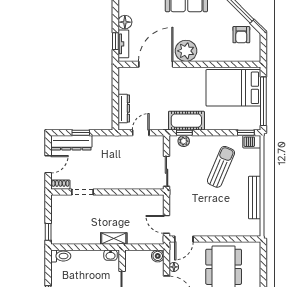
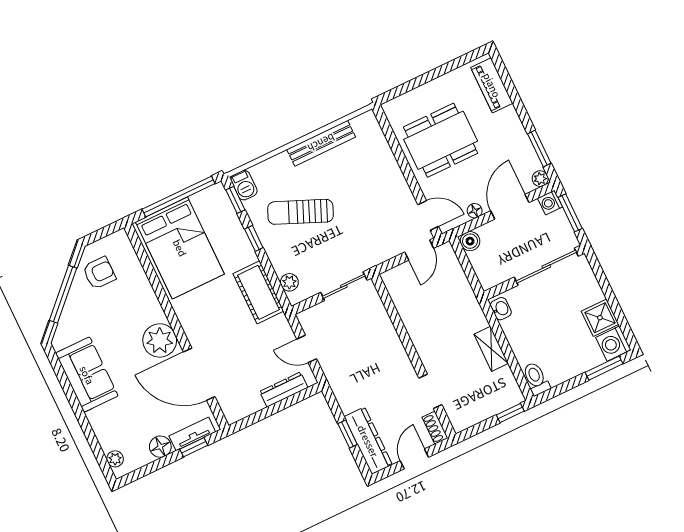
window: (184, 133) -> (254, 238), moved
door: (48, 164) -> (414, 459), hinge flipped
shelving: (114, 238) -> (491, 349), moved

